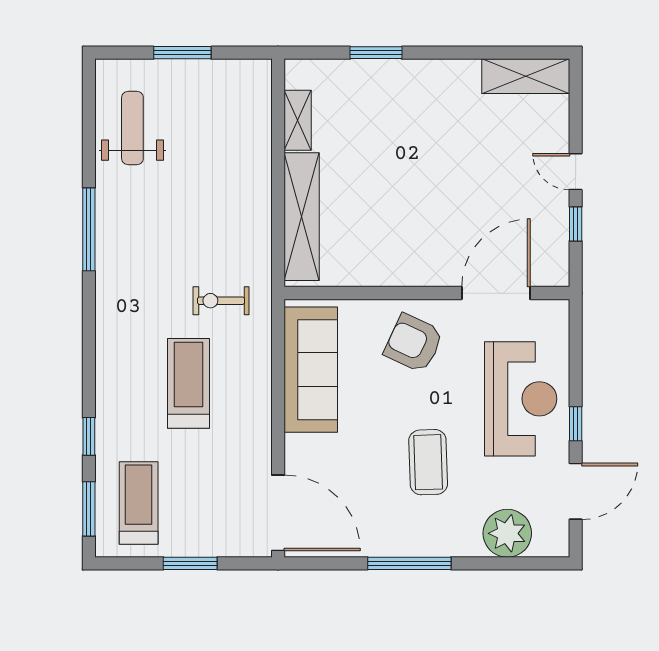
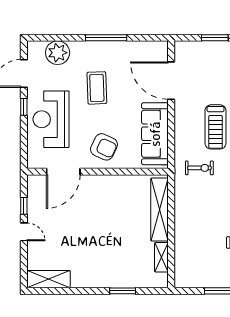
door: (278, 513) -> (171, 81), moved

